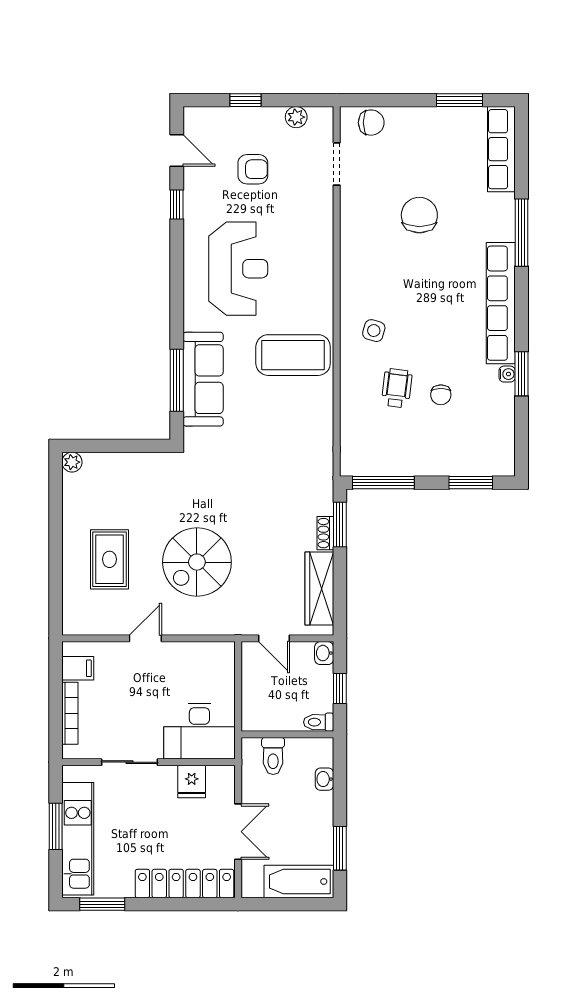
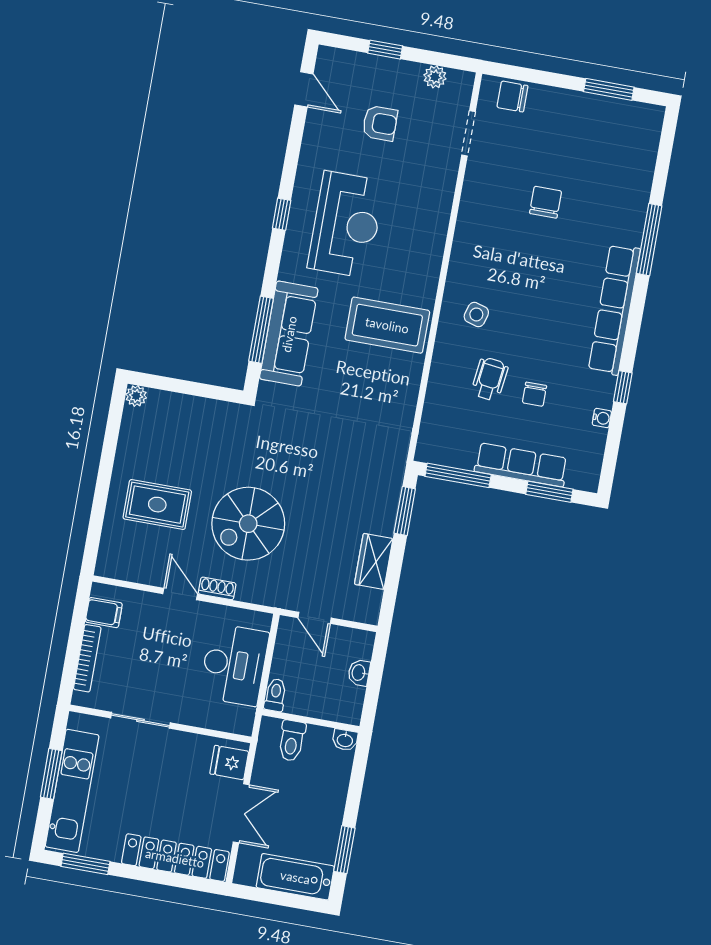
chair: (371, 123) -> (512, 96), turned 180
row of seats: (501, 149) -> (521, 465), moved, turned 90
window: (177, 204) -> (282, 214), moved
chair: (419, 215) -> (545, 202), width x0.73, depth x0.73
water cooler: (507, 374) -> (602, 418), moved
window: (522, 374) -> (623, 387), width x0.67
shoe rack: (325, 533) -> (217, 588), moved, turned 90
rug: (109, 559) -> (157, 505), turned 90
wardrobe: (319, 589) -> (374, 561), width x0.67
door: (145, 638) -> (180, 594), hinge flipped
washbasin: (324, 653) -> (359, 673), moved
window: (340, 688) -> (374, 683), removed
toilet: (319, 722) -> (275, 695), moved, turned 90
desk: (199, 731) -> (234, 665), moved, turned -90
washbasin: (324, 779) -> (345, 740), moved, turned -90
fridge: (192, 781) -> (229, 763), moved, turned 90

